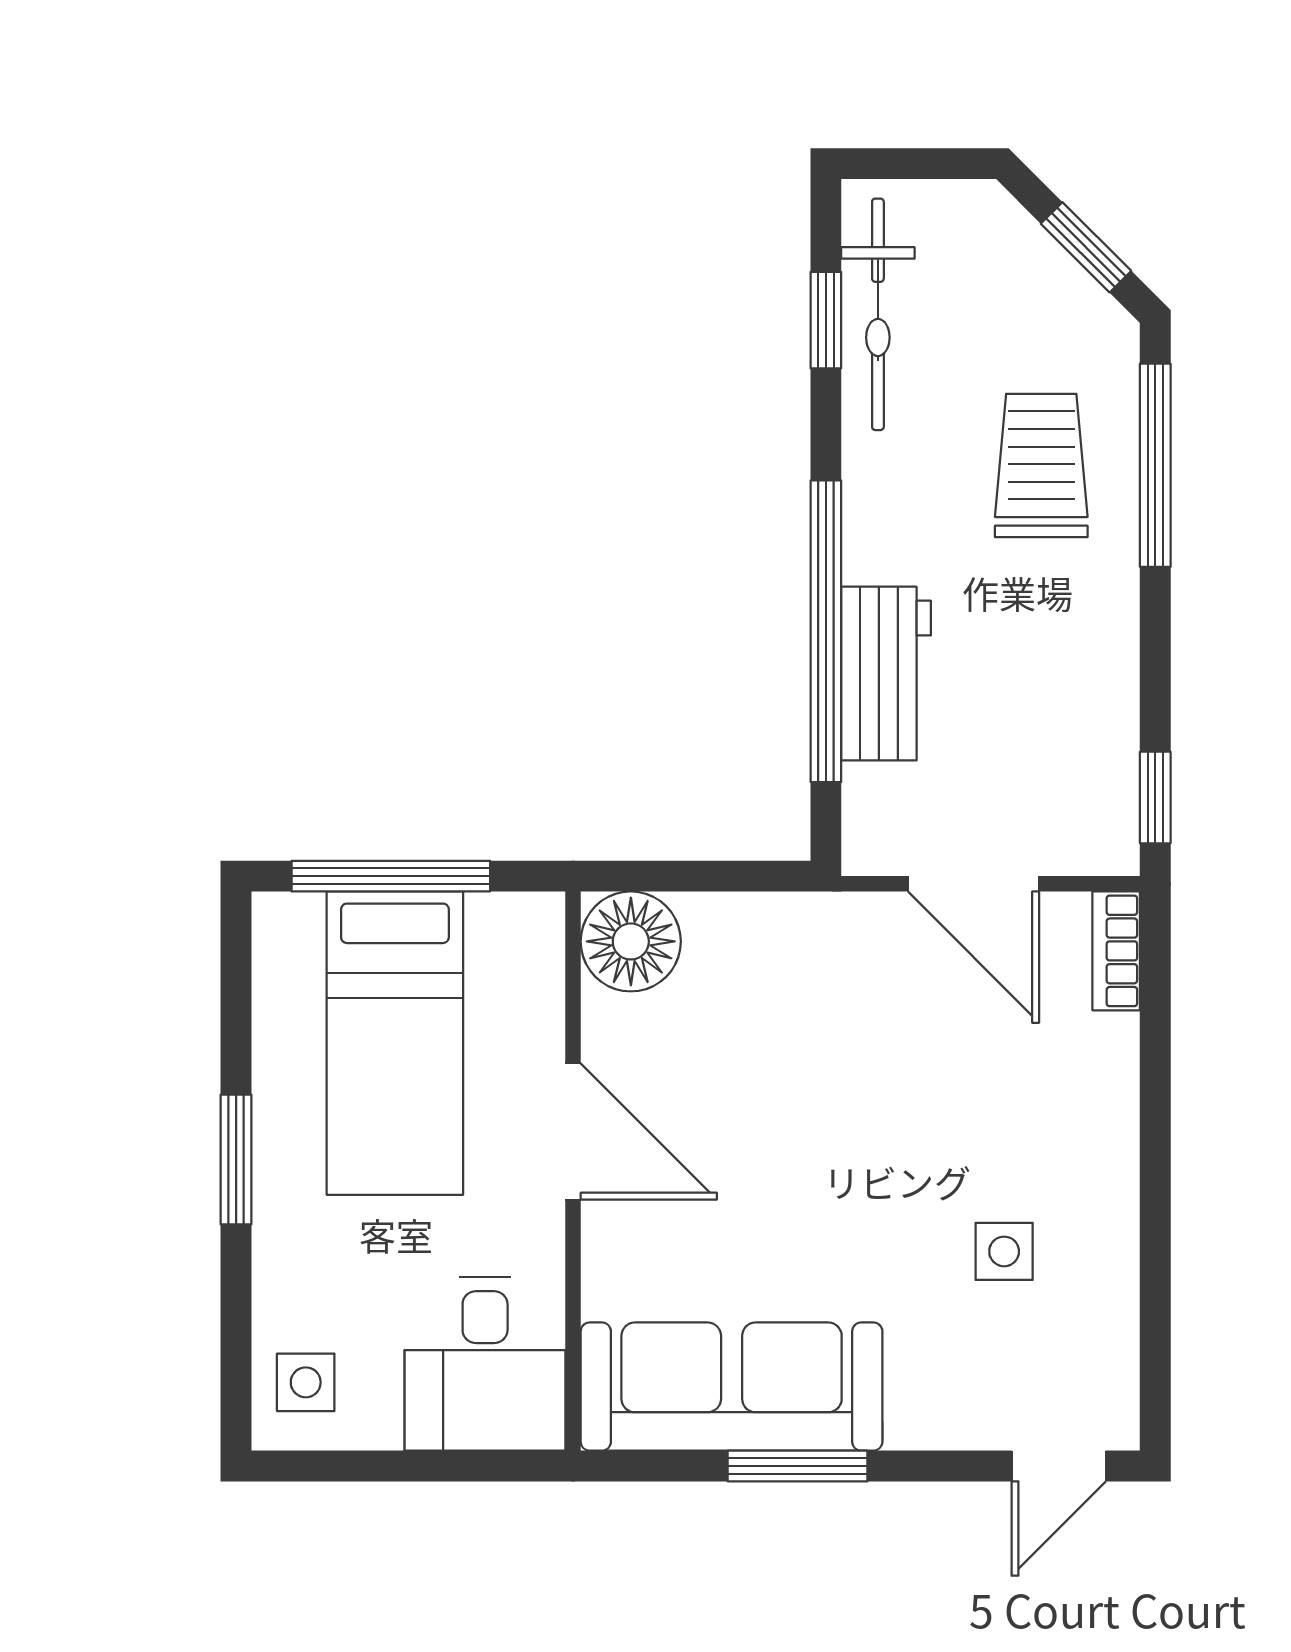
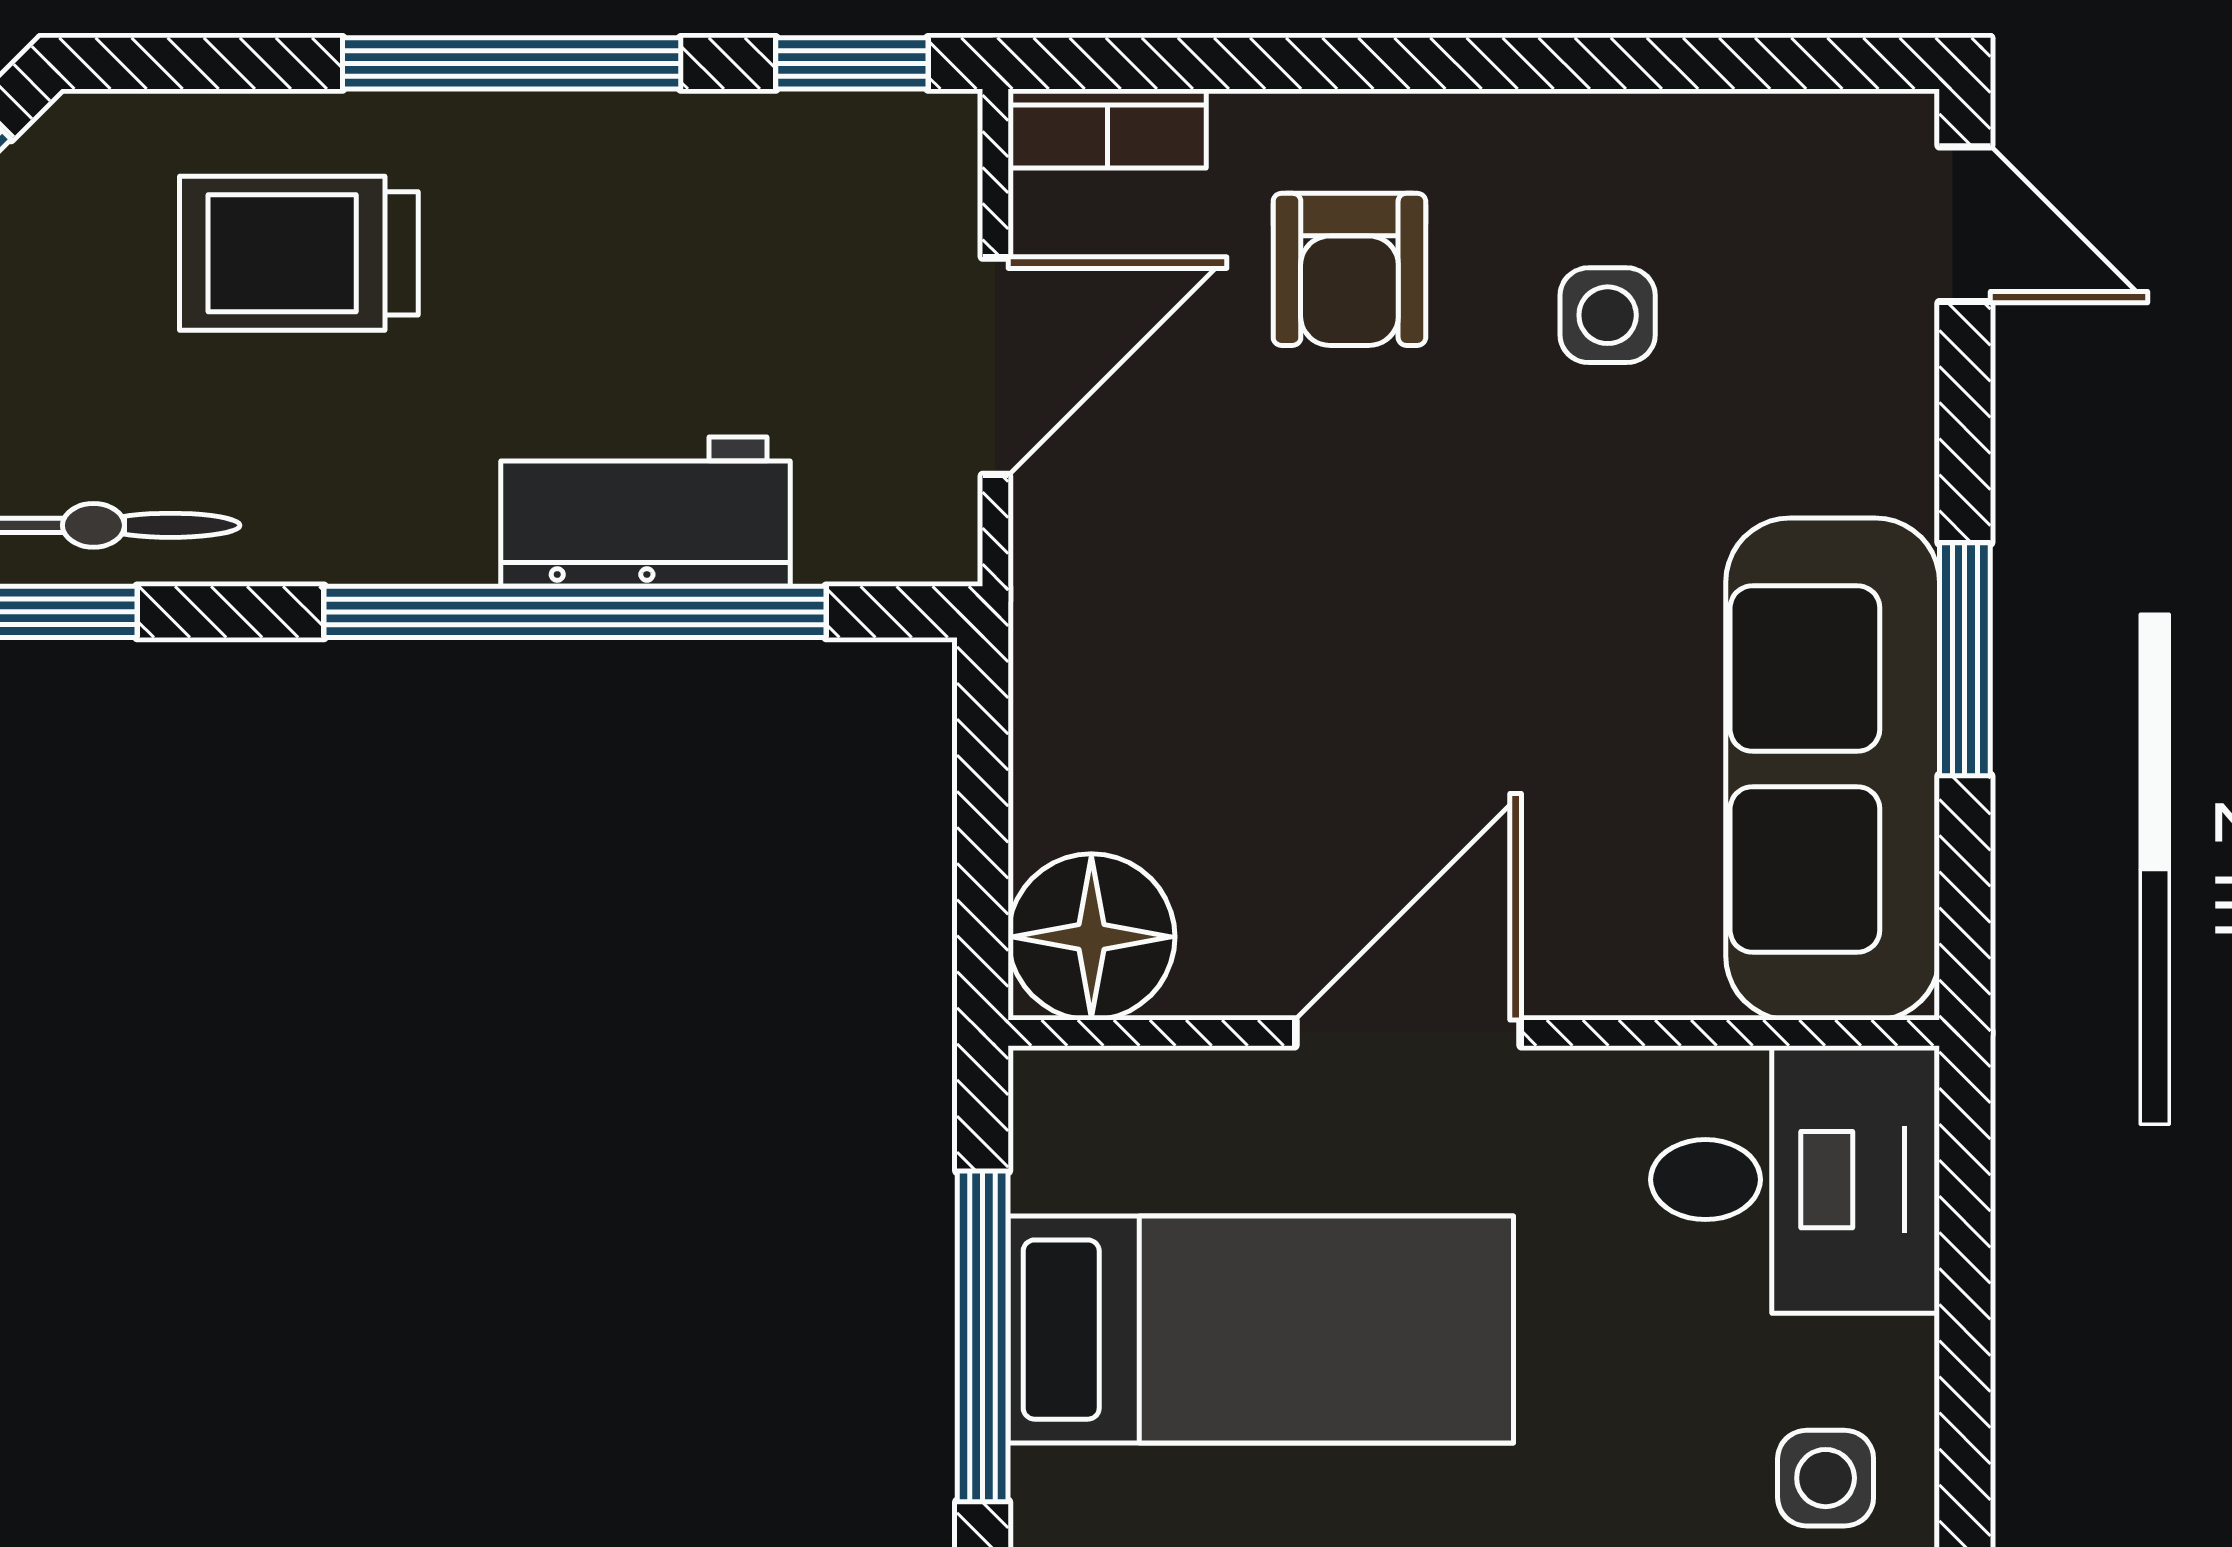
window: (1155, 465) -> (512, 63), moved
armchair: (1032, 1096) -> (1349, 269), added

